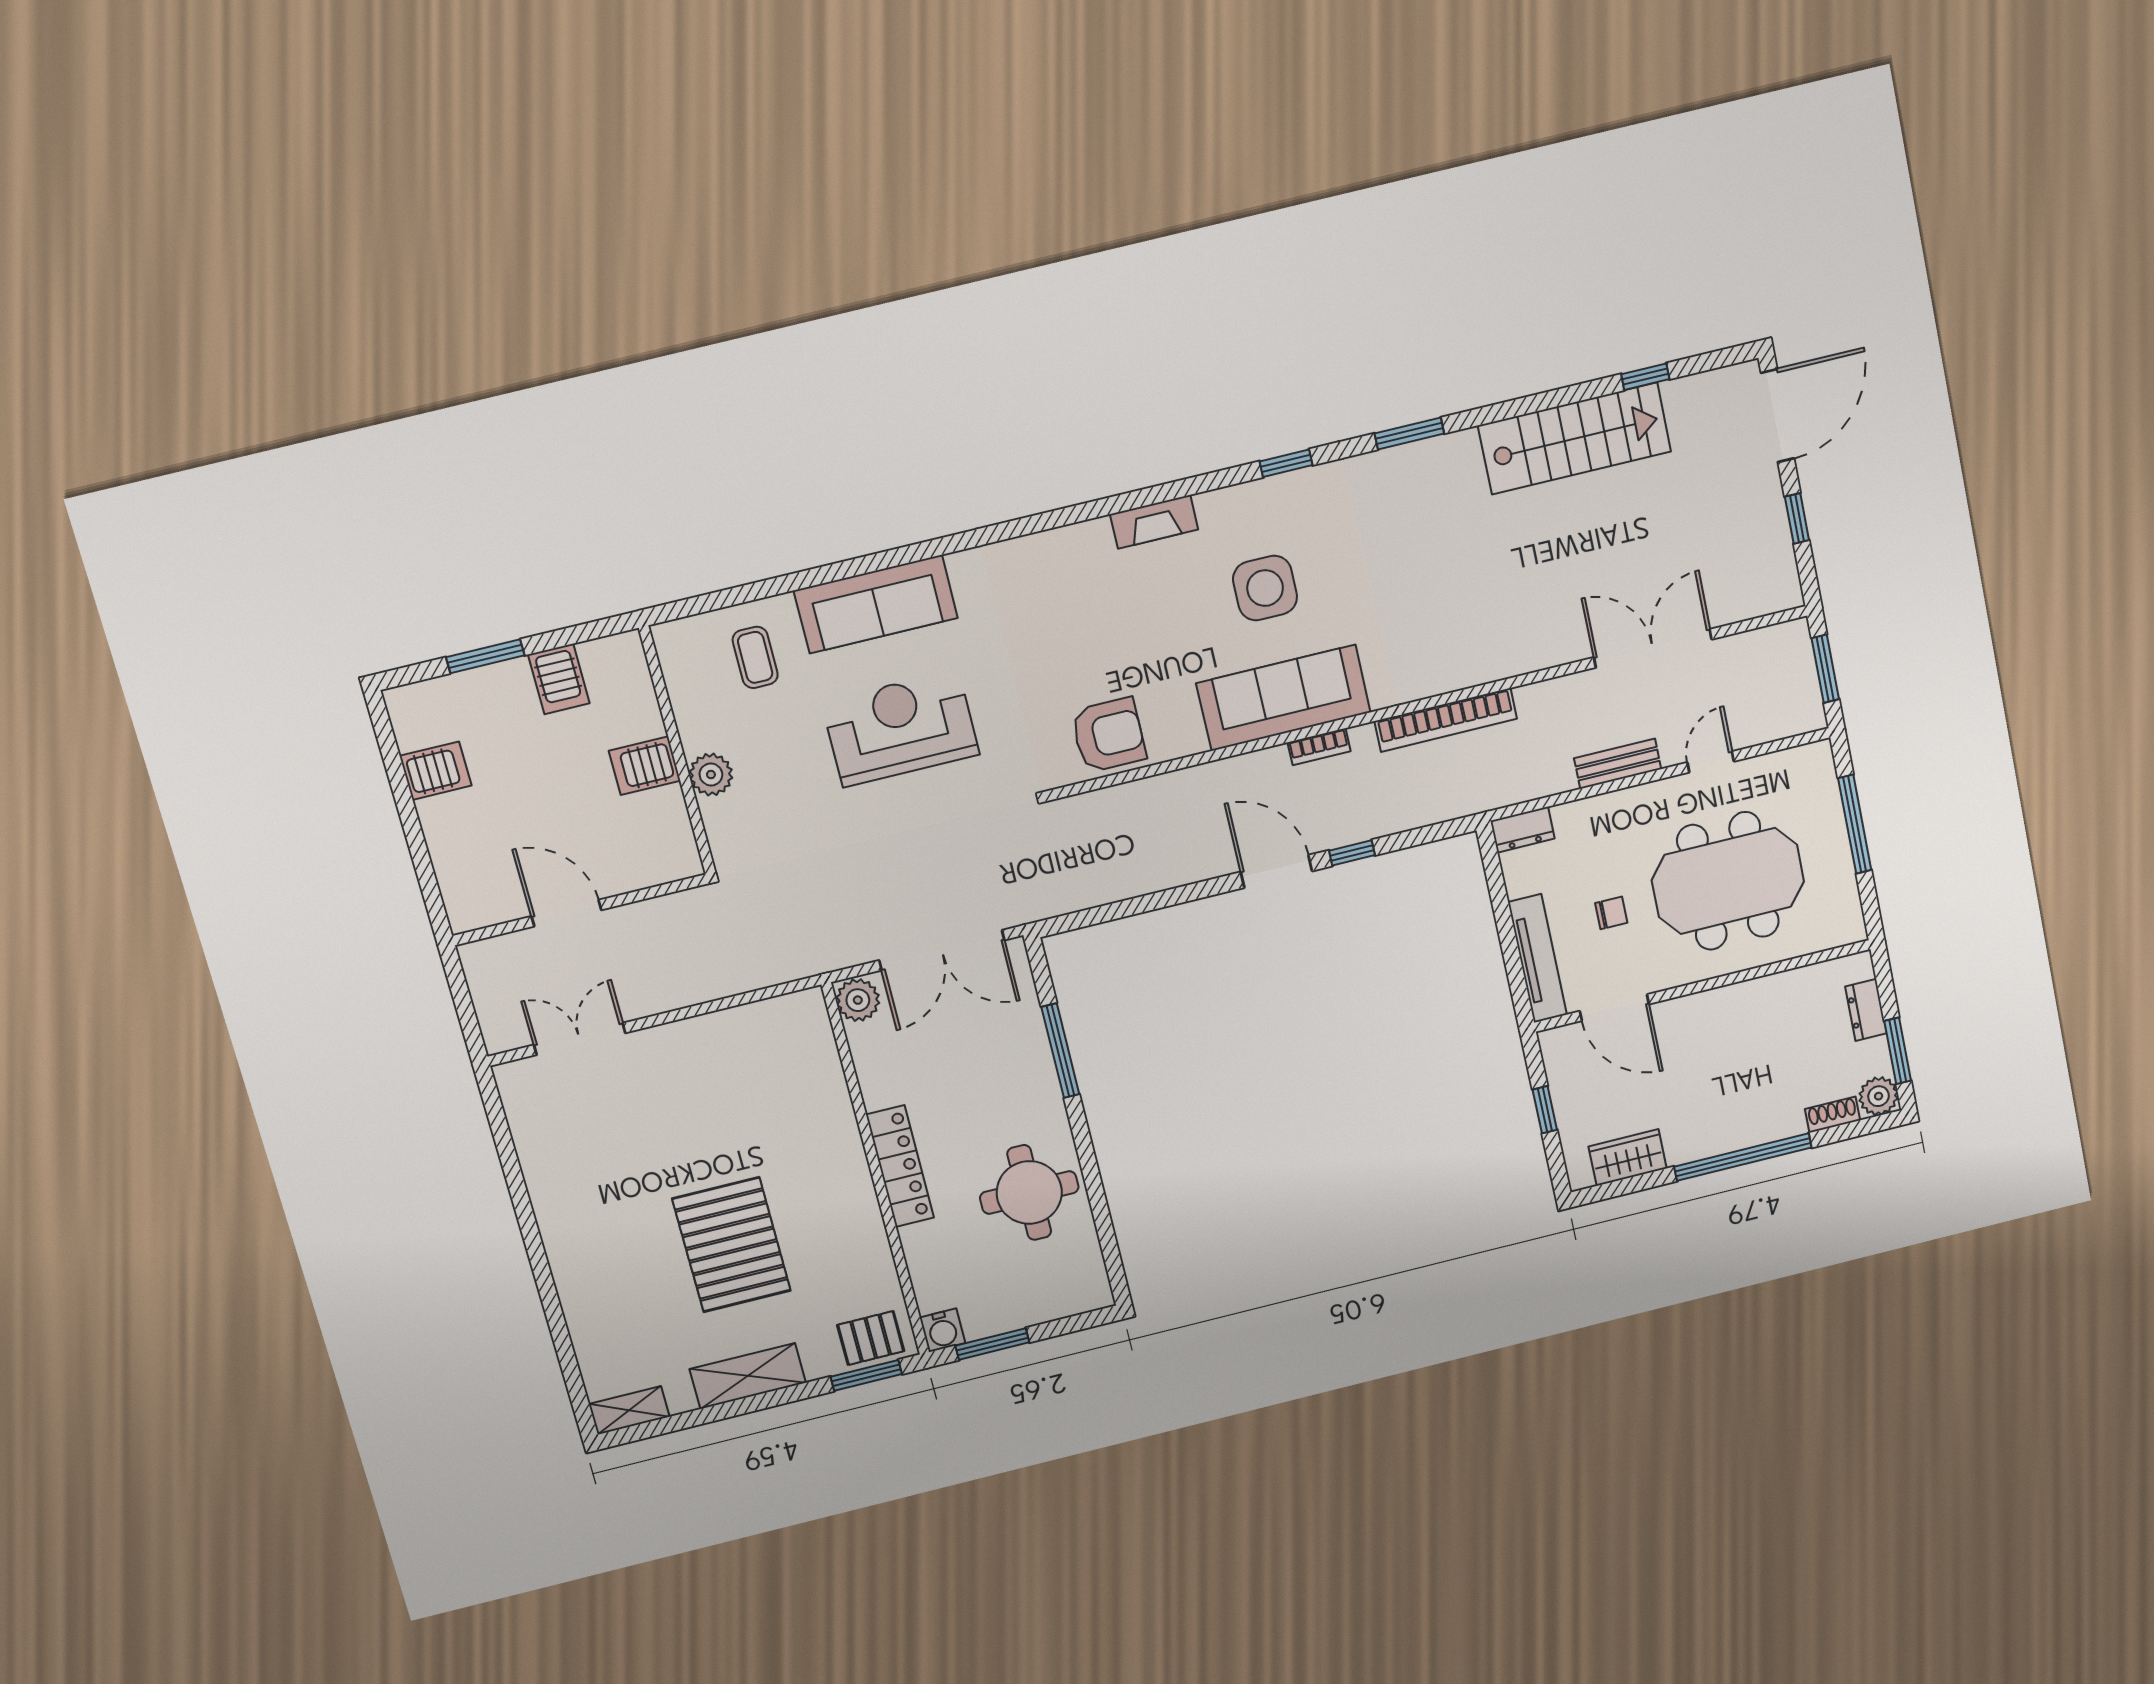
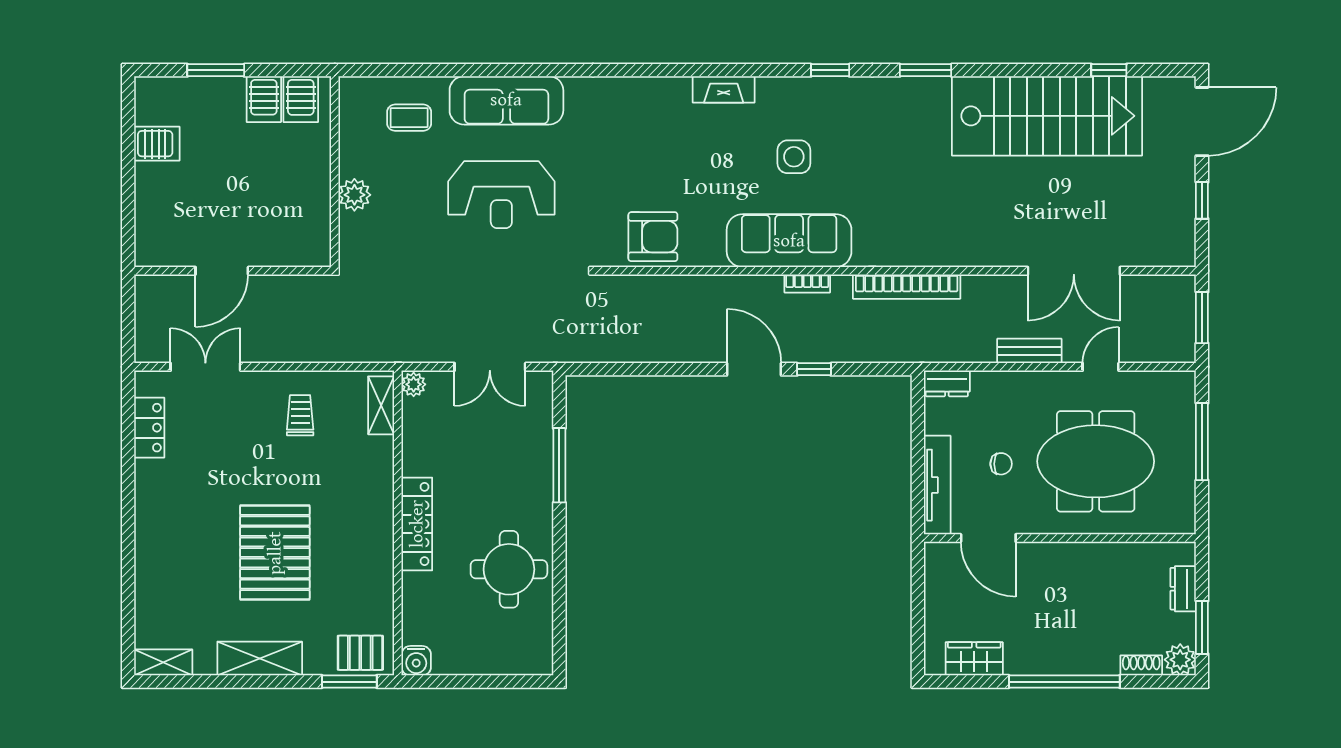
stairs: (1575, 439) -> (1047, 116), width x1.36, depth x1.51
side table: (1265, 588) -> (794, 157), width x0.73, depth x0.73
double door: (1653, 648) -> (1074, 271), swing flipped
coffee table: (755, 657) -> (409, 118), turned 90
reception desk: (901, 728) -> (501, 195), turned 180
server rack: (645, 766) -> (301, 99), moved, turned -90
door: (566, 913) -> (222, 271), swing flipped
double door: (942, 950) -> (490, 367), width x0.73
plant: (858, 1000) -> (414, 384), width x0.73, depth x0.73
shelving: (816, 1032) -> (381, 405), added
trolley: (717, 1069) -> (300, 415), added
window: (1545, 1110) -> (918, 605), removed
locker: (530, 1132) -> (149, 428), added
window: (992, 1344) -> (451, 682), removed

